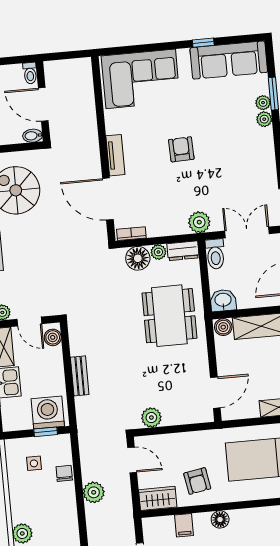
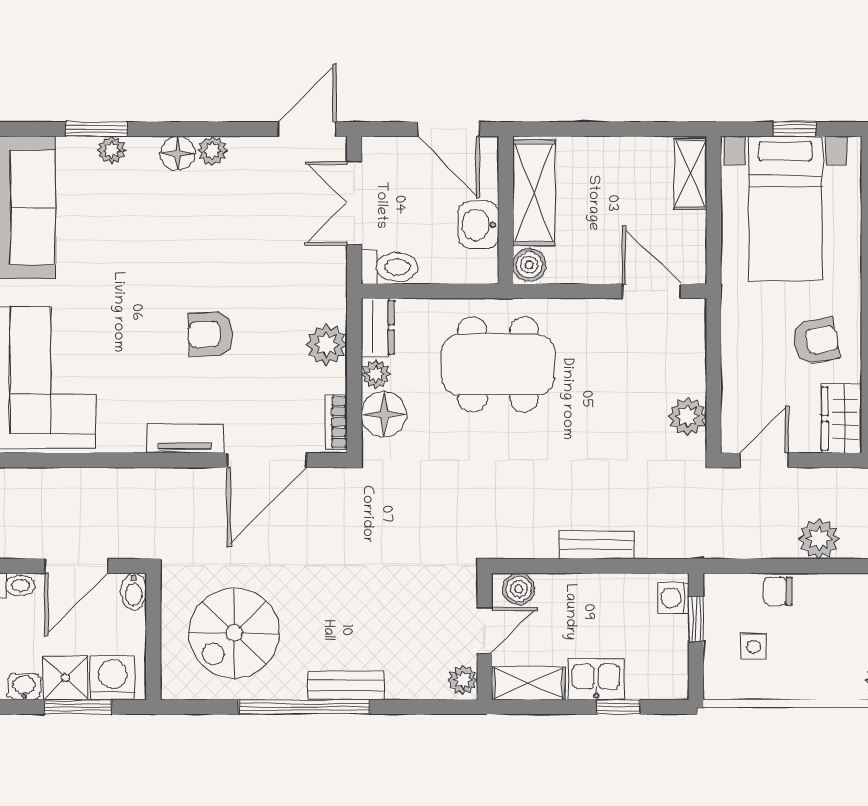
plant: (264, 119) -> (212, 151), moved
floor lamp: (265, 137) -> (178, 153), added
armchair: (181, 149) -> (211, 334), moved
plant: (199, 222) -> (327, 345), moved
washbasin: (223, 300) -> (479, 225), moved
washing machine: (48, 413) -> (674, 598), width x0.53, depth x0.53

